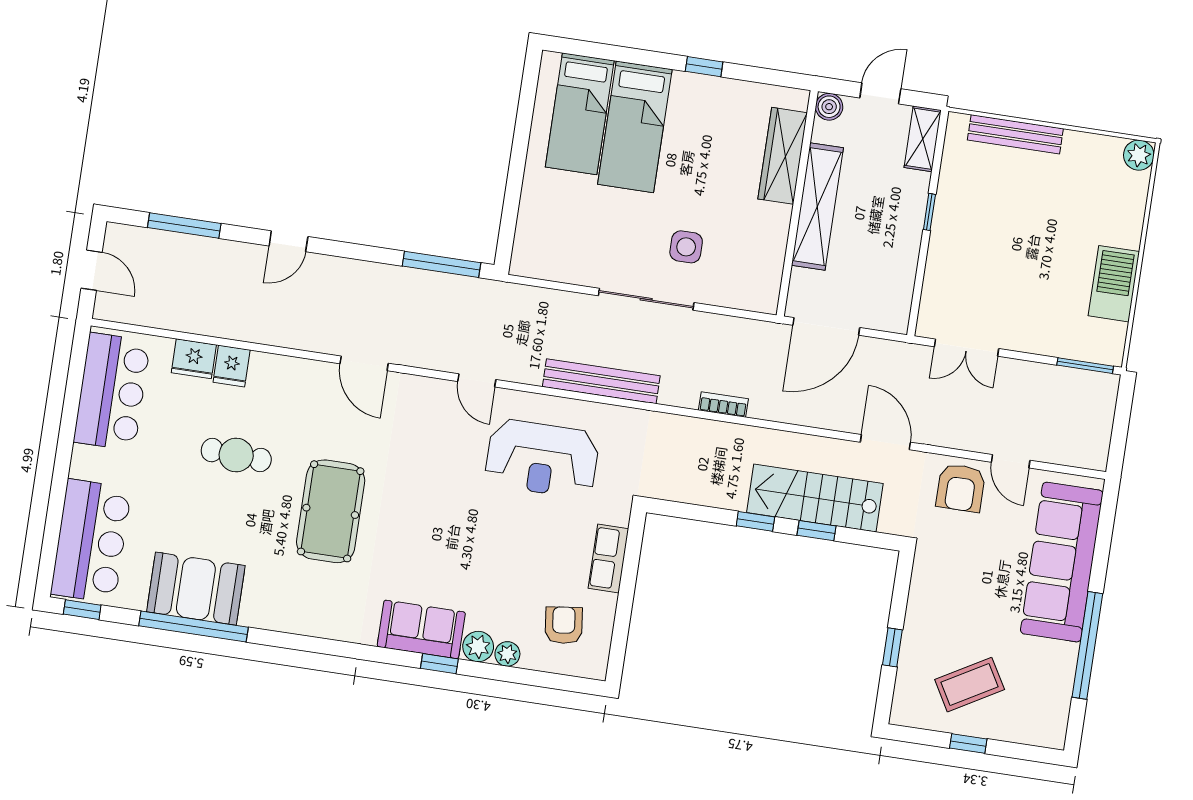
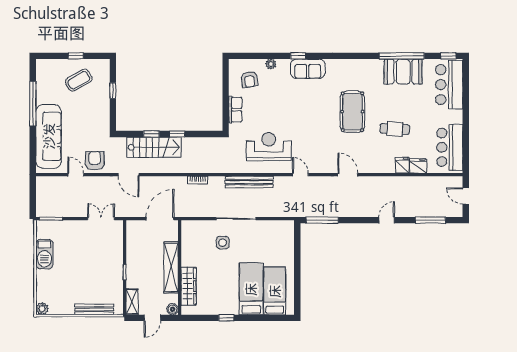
plant: (478, 647) -> (283, 65), removed

